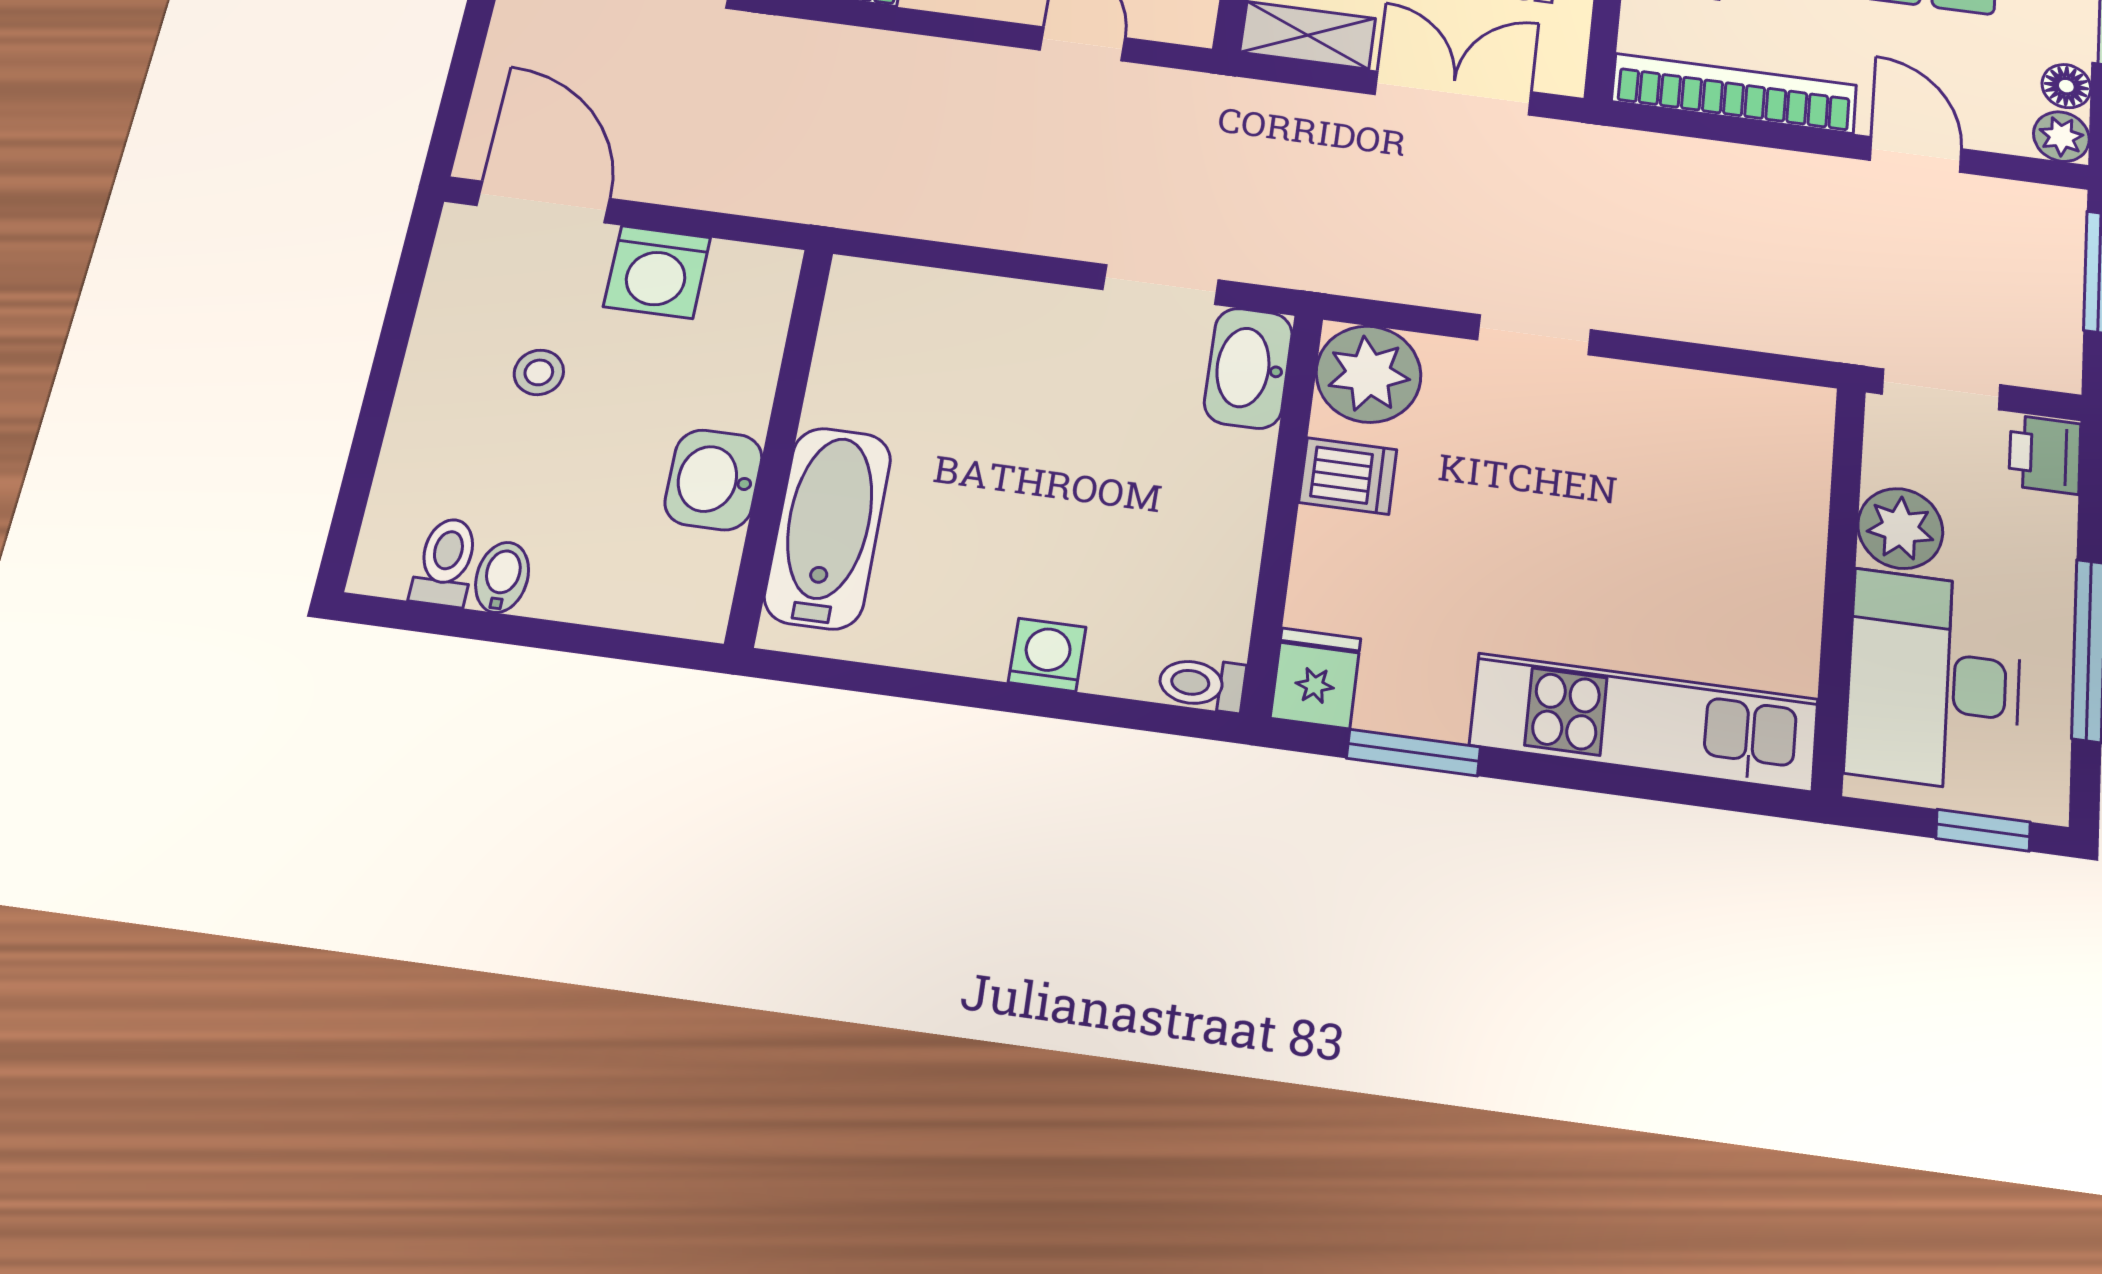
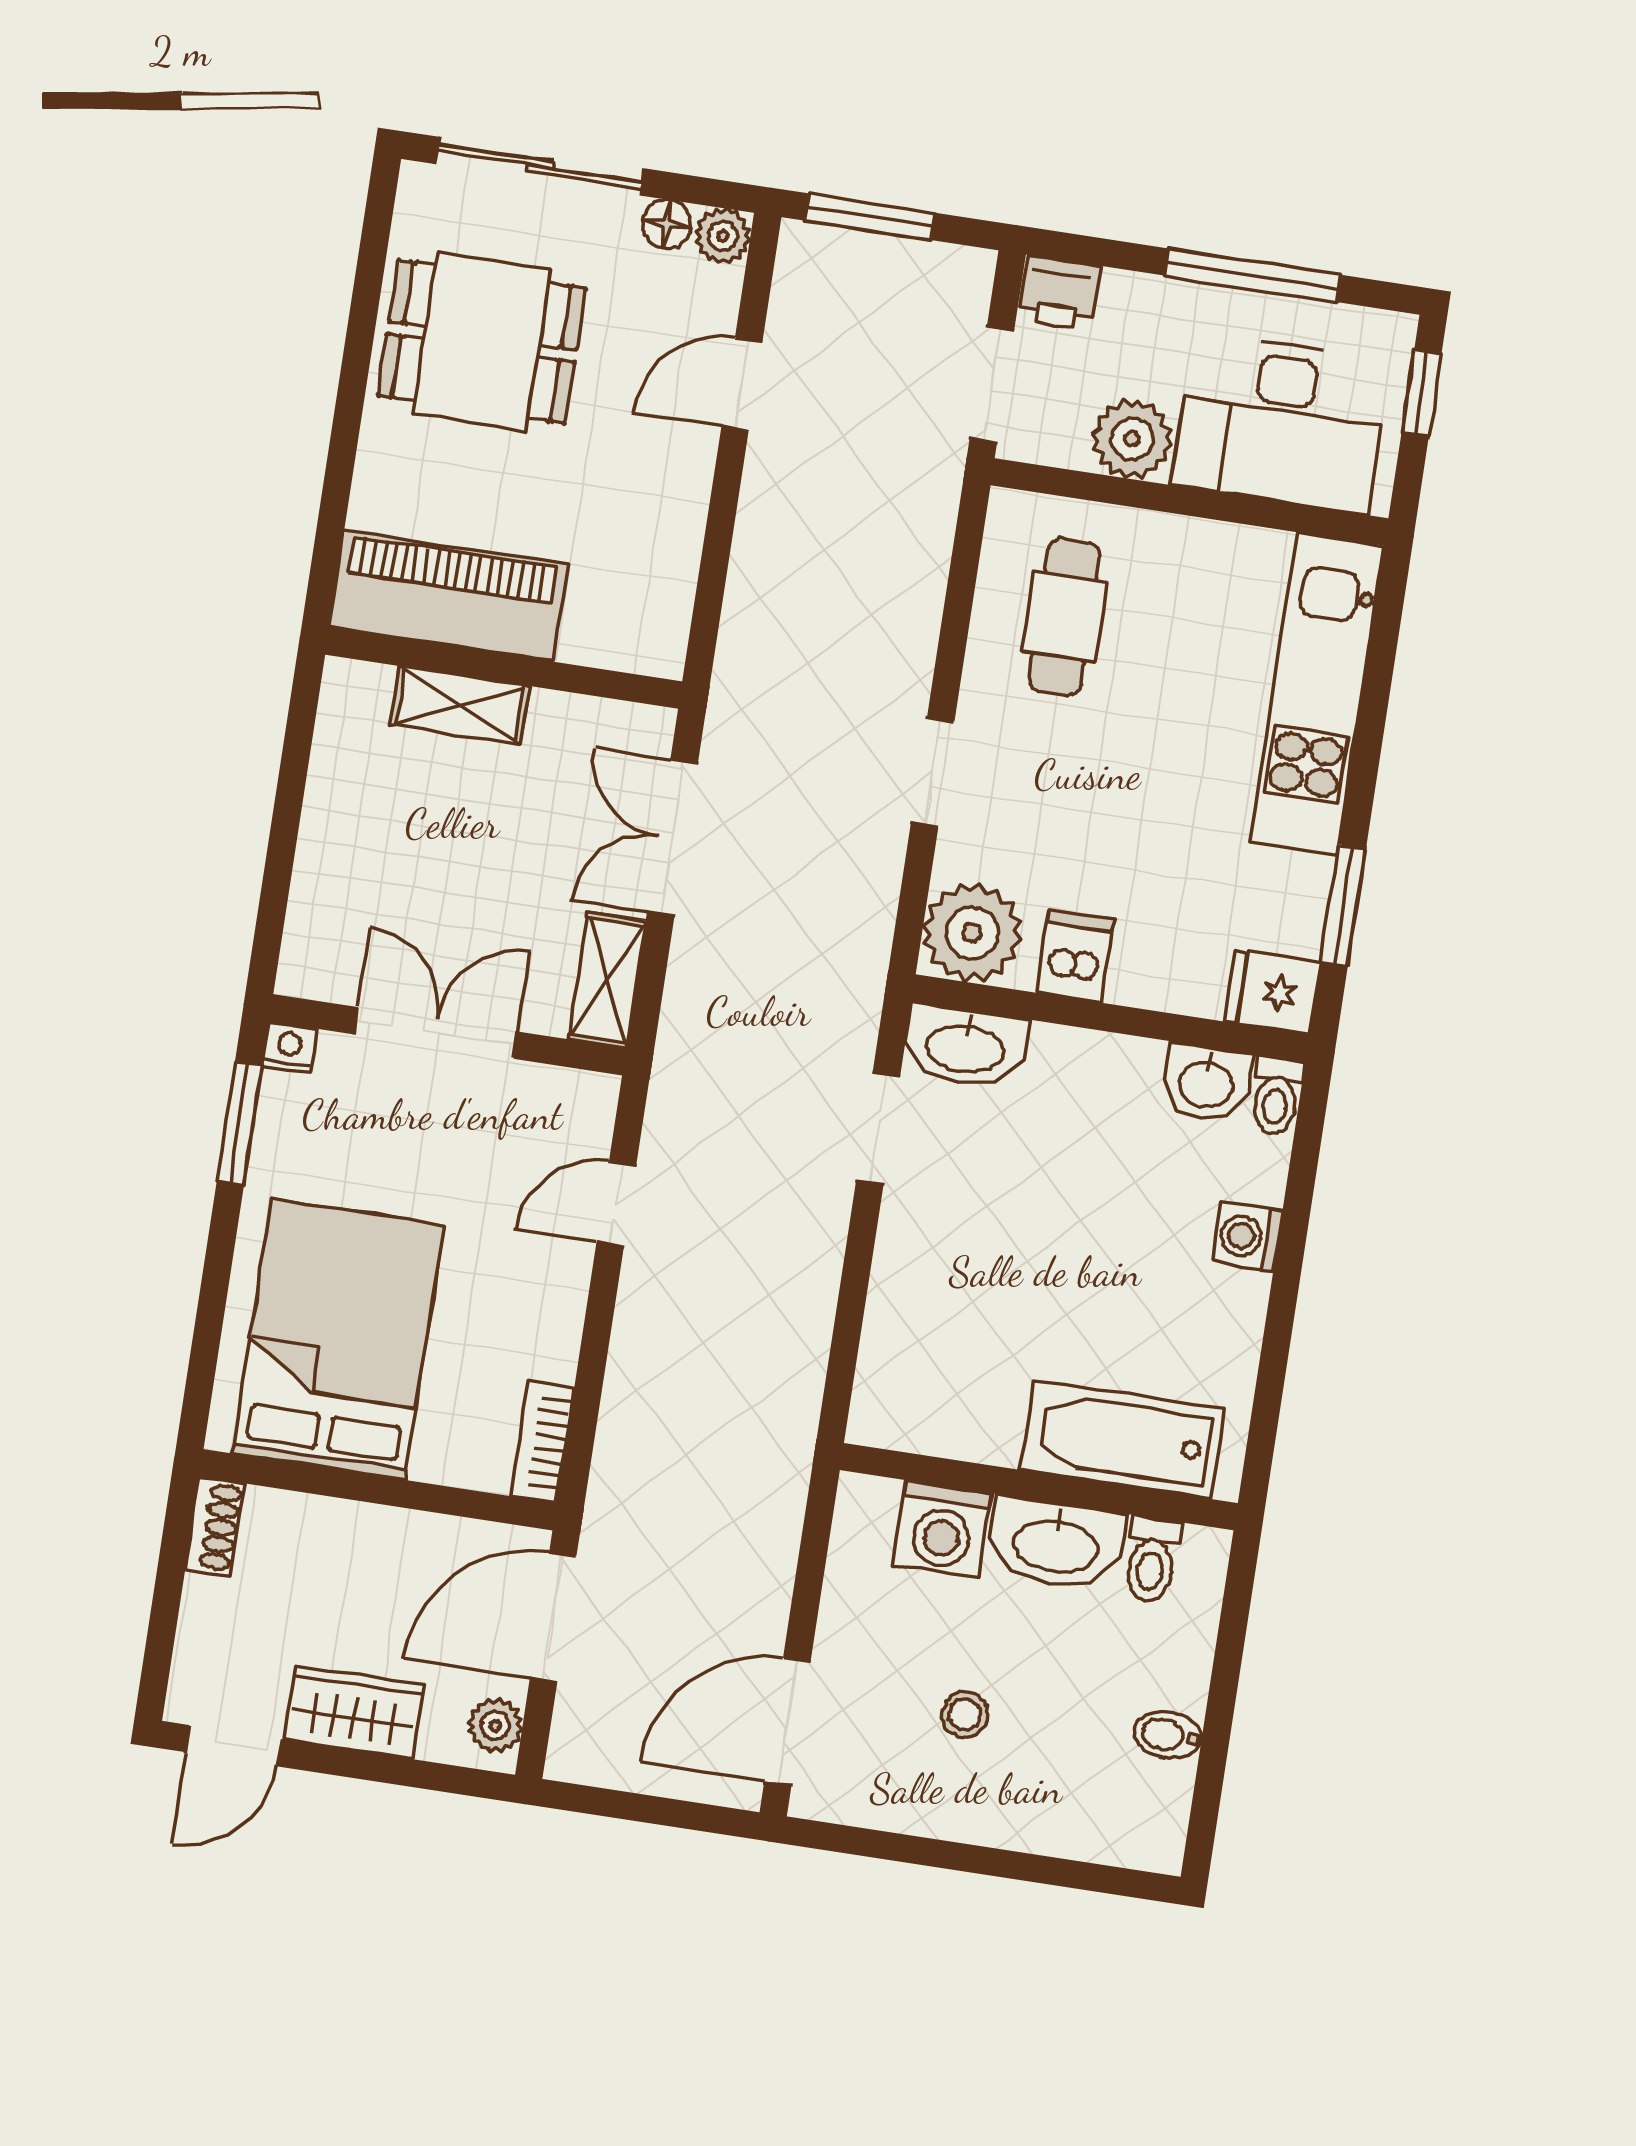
bookcase: (1734, 93) -> (674, 558), removed
washing machine: (657, 272) -> (942, 1529), moved, turned 90
cafe table: (1706, 463) -> (1065, 617), added
washbasin: (713, 480) -> (1056, 1544), width x1.38
toilet: (446, 562) -> (1152, 1560), moved, turned -90
washbasin: (1215, 611) -> (1206, 1083), added

